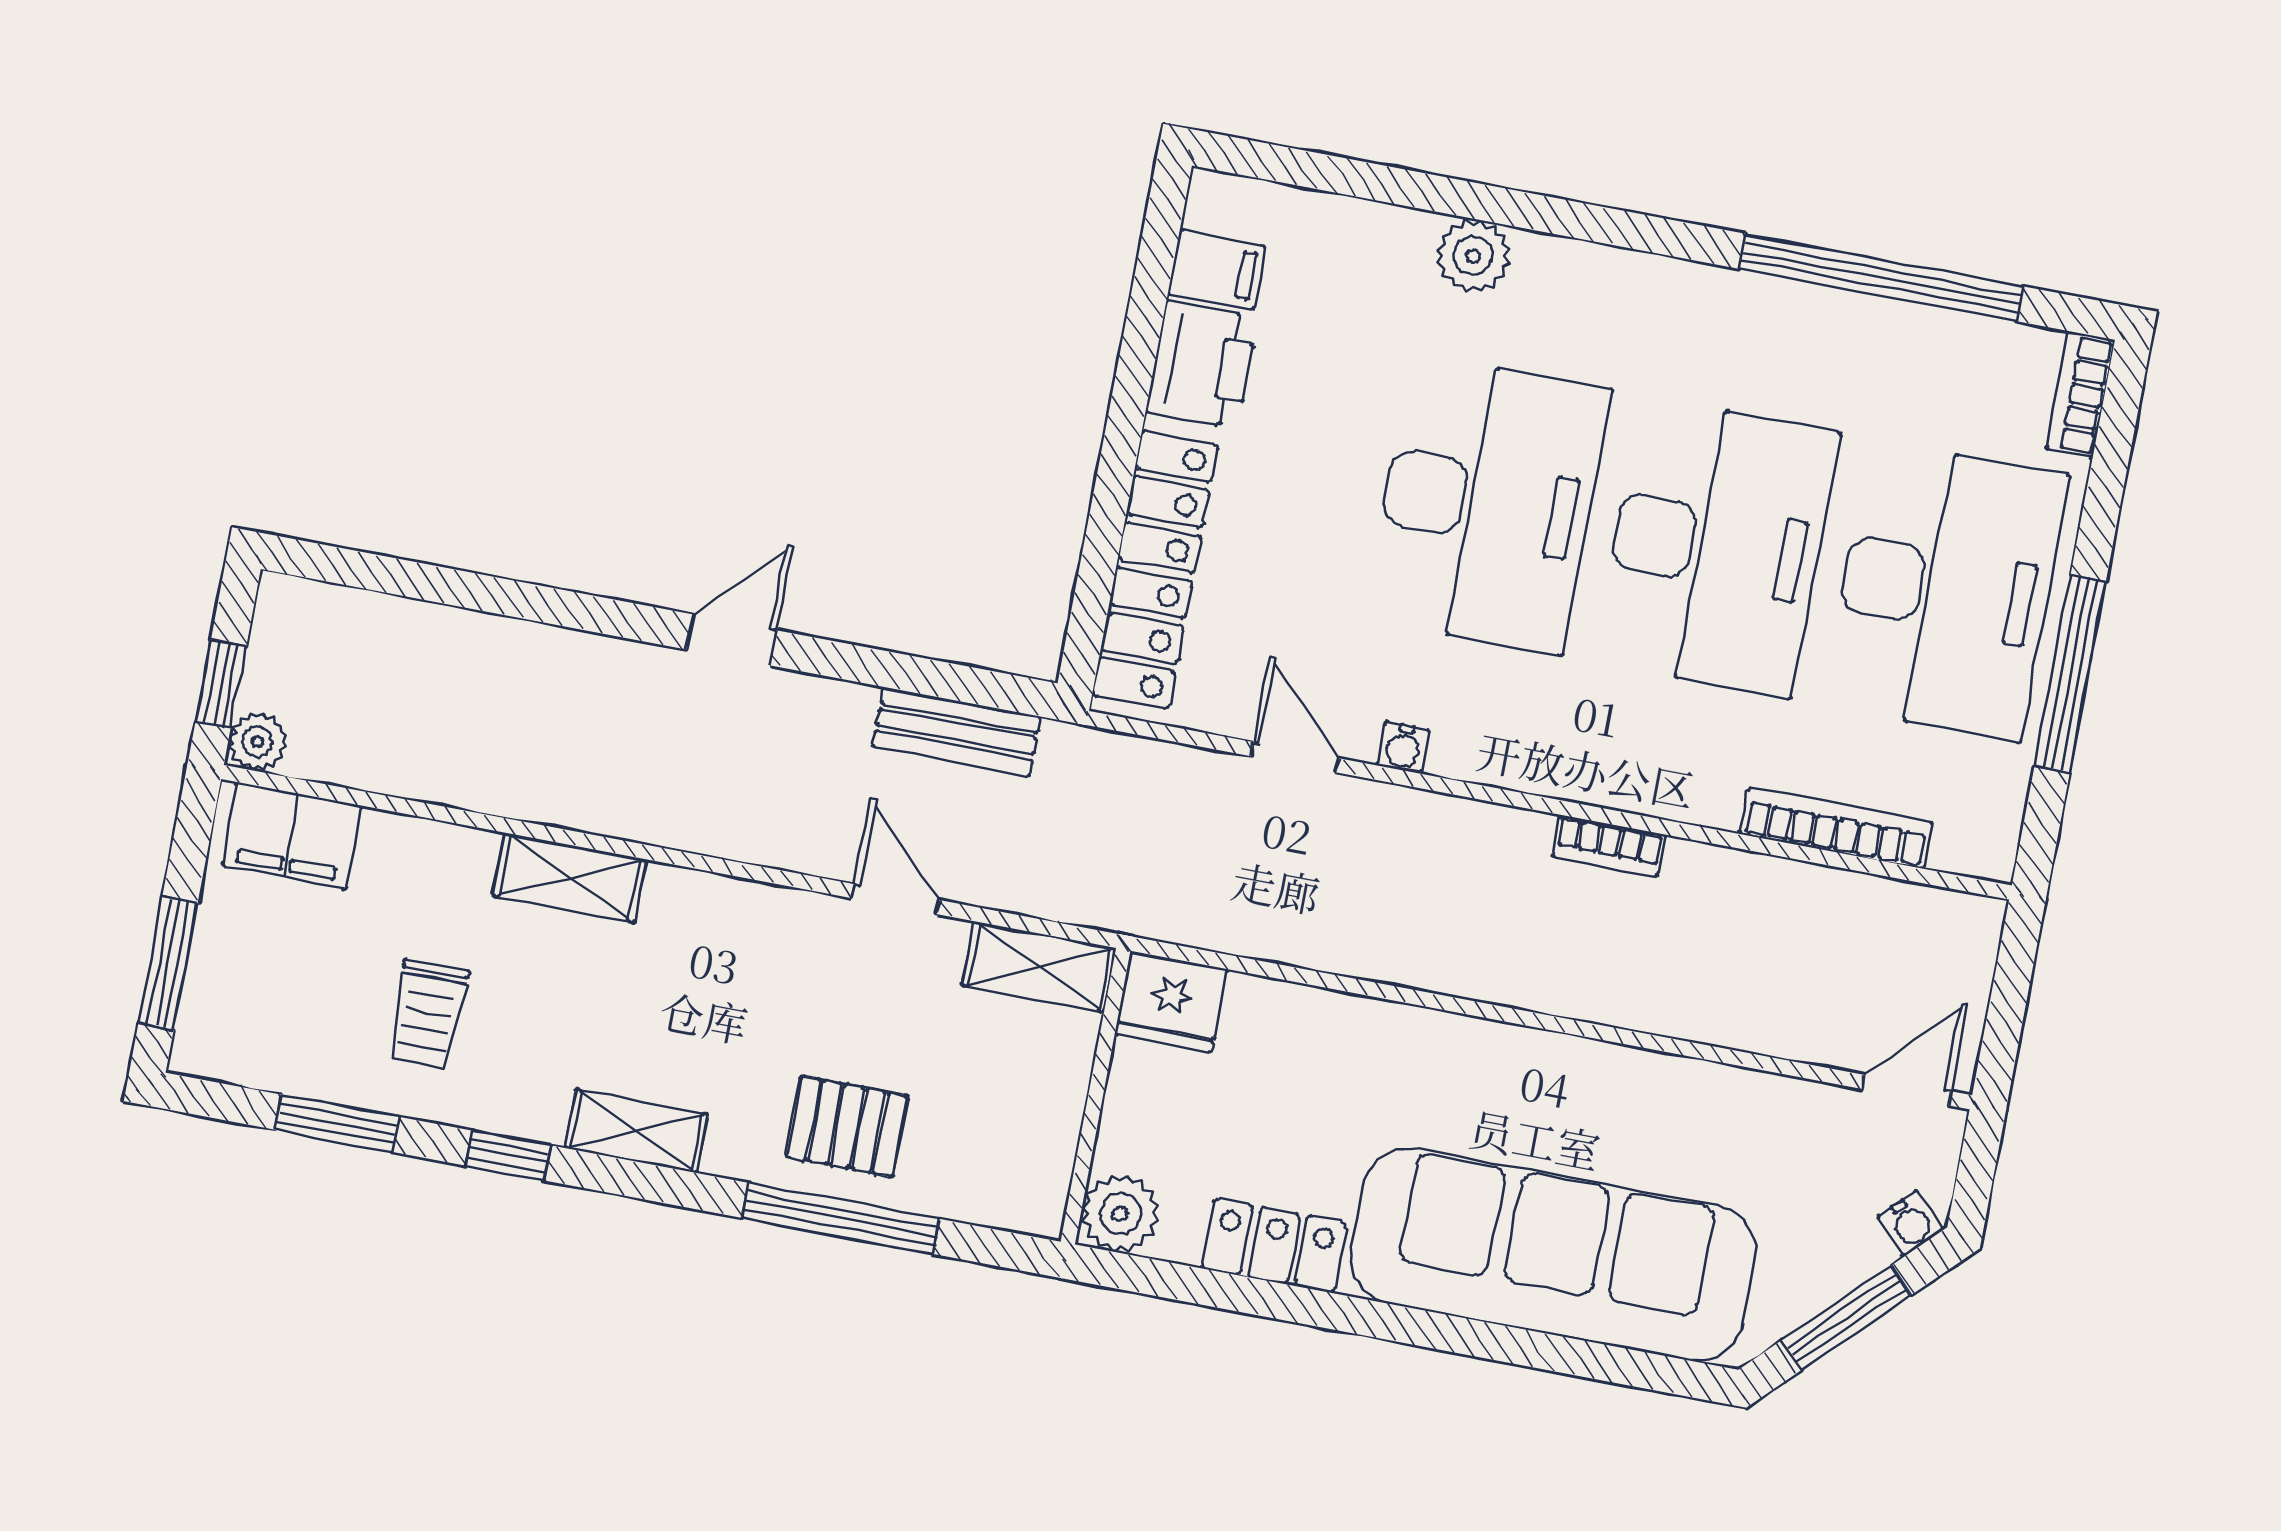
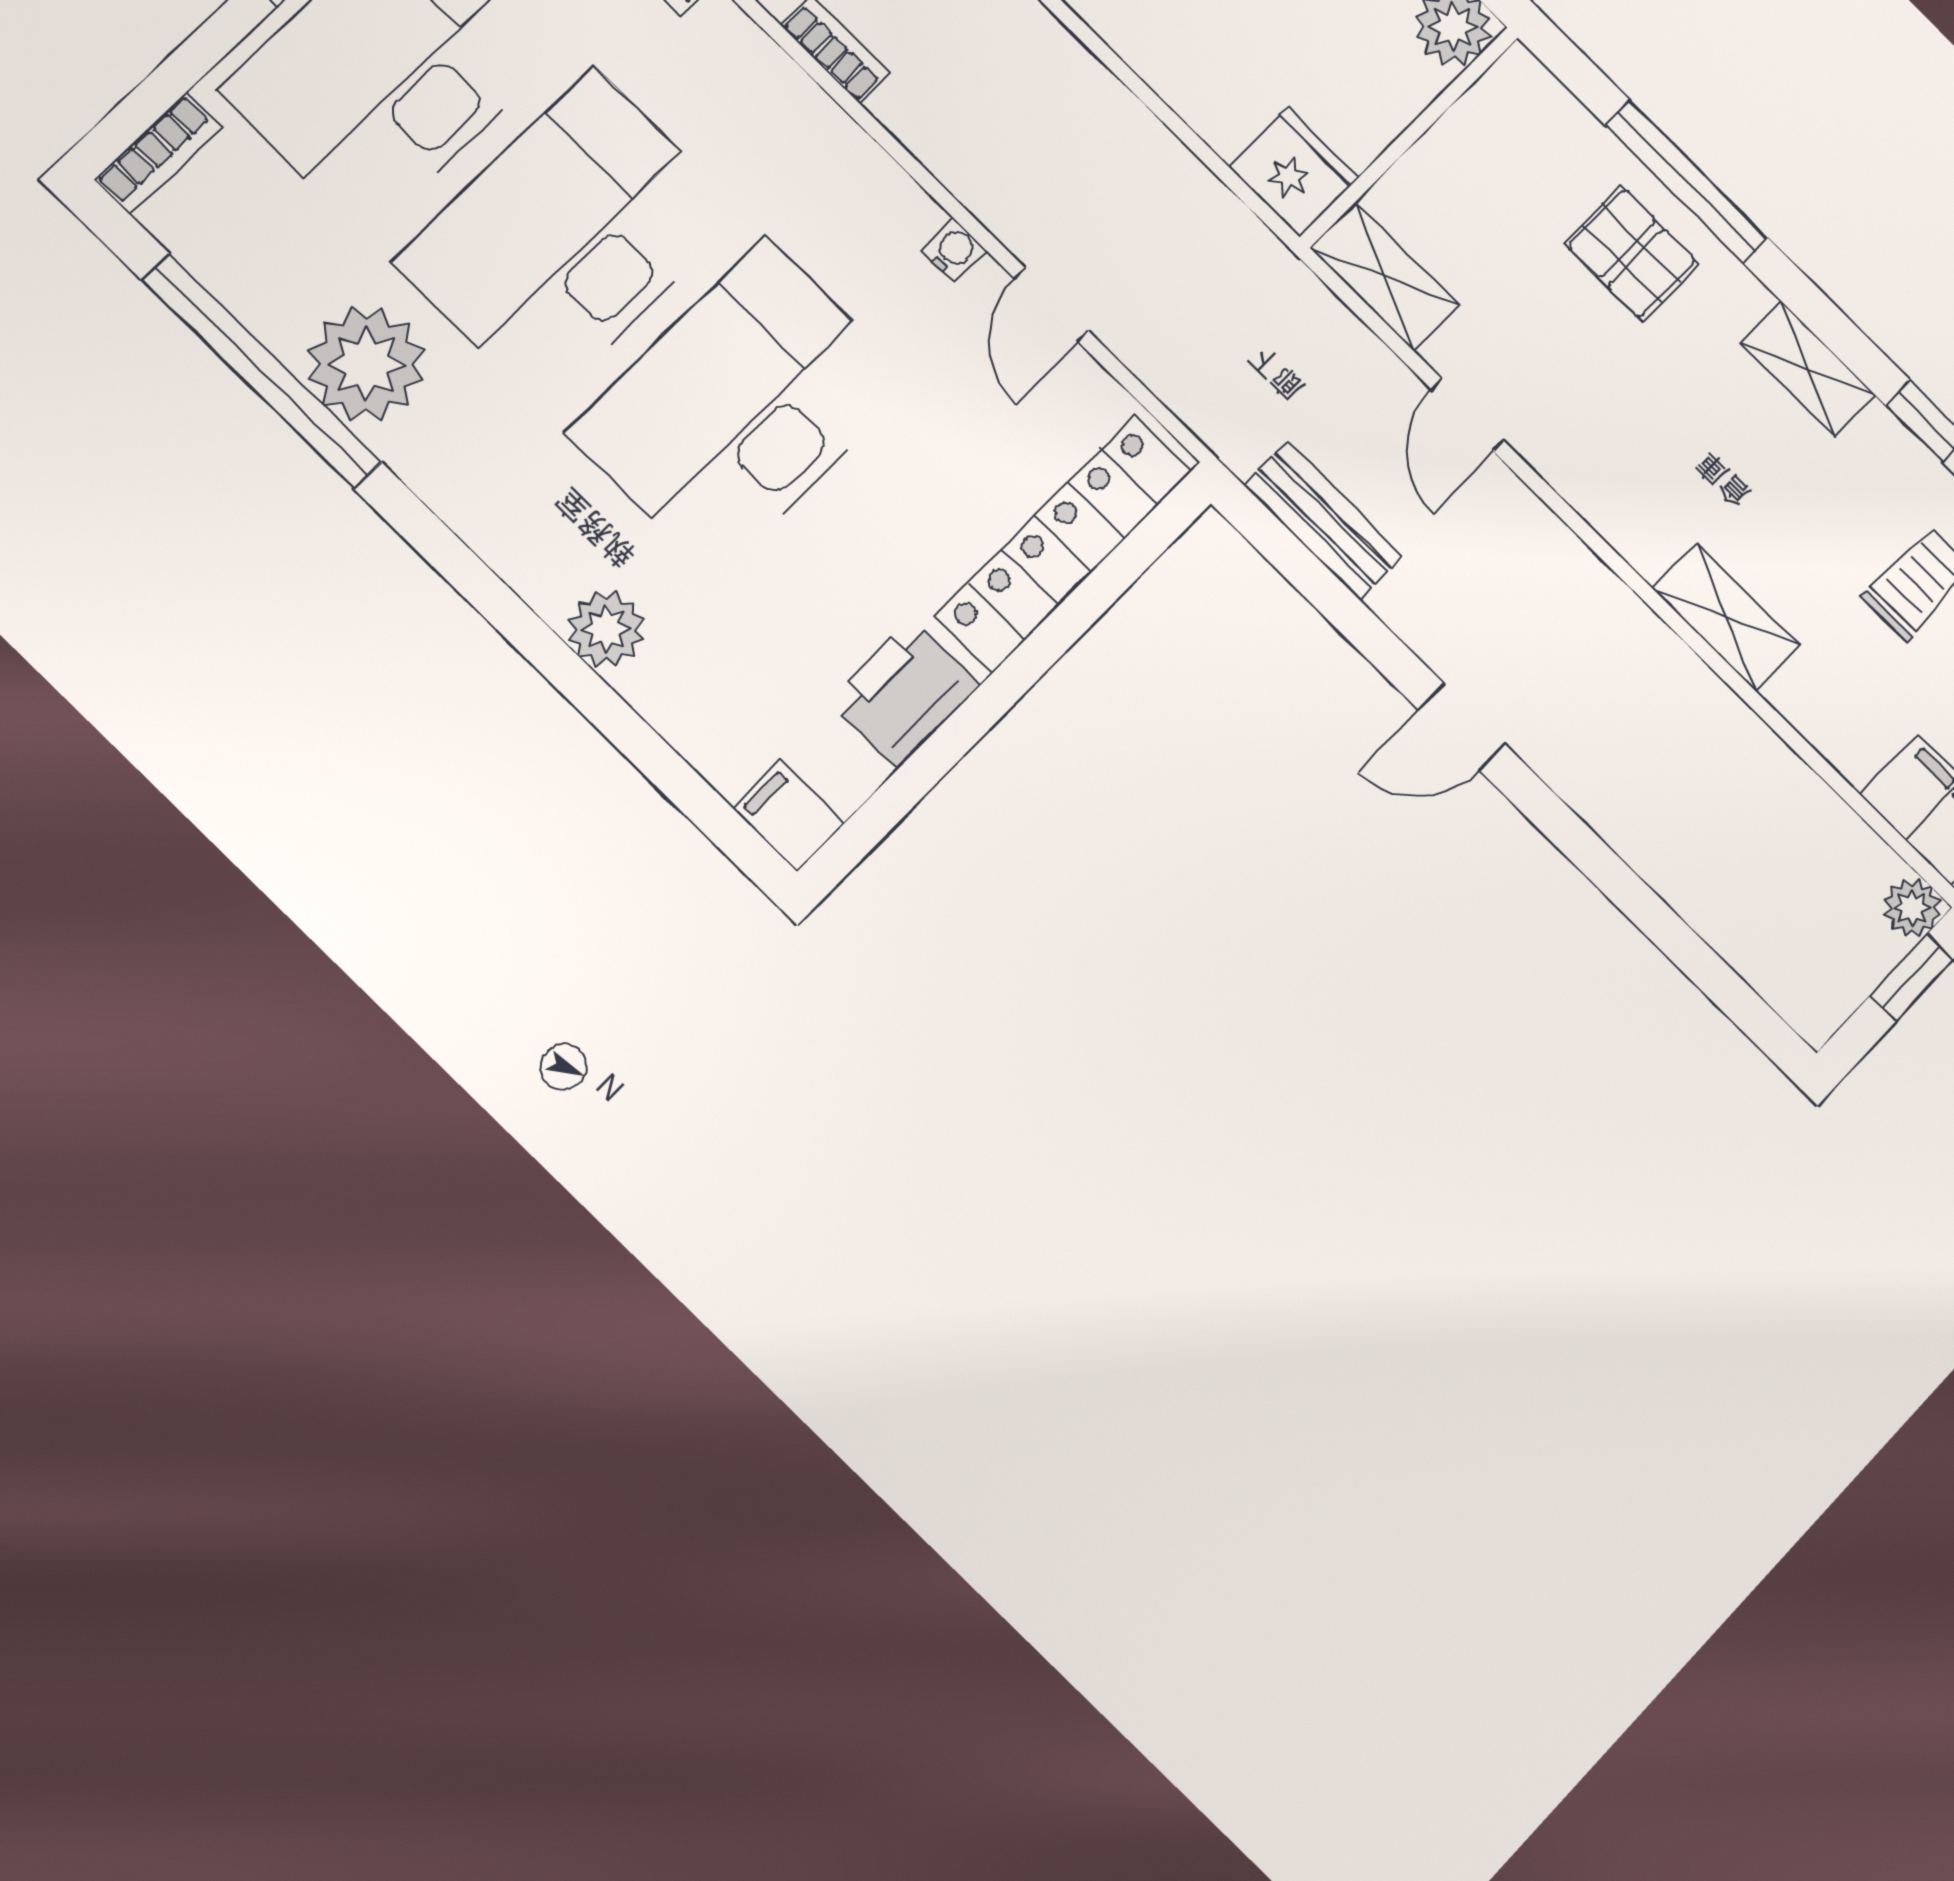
filing cabinet: (1216, 270) -> (789, 815), moved
plant: (1804, 338) -> (366, 364), added

